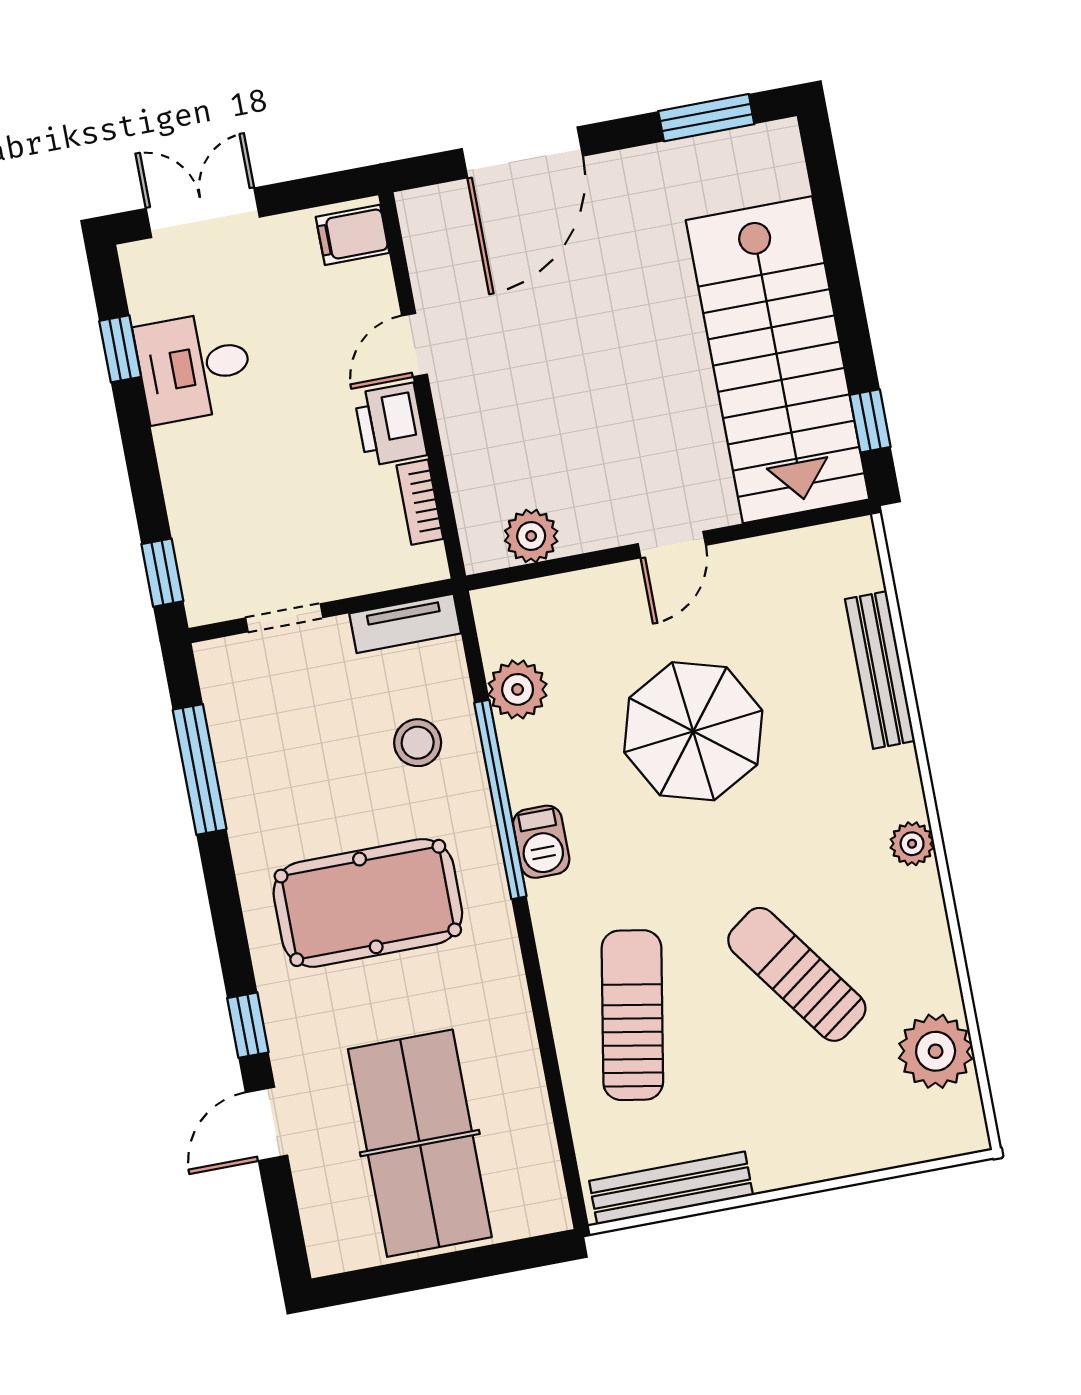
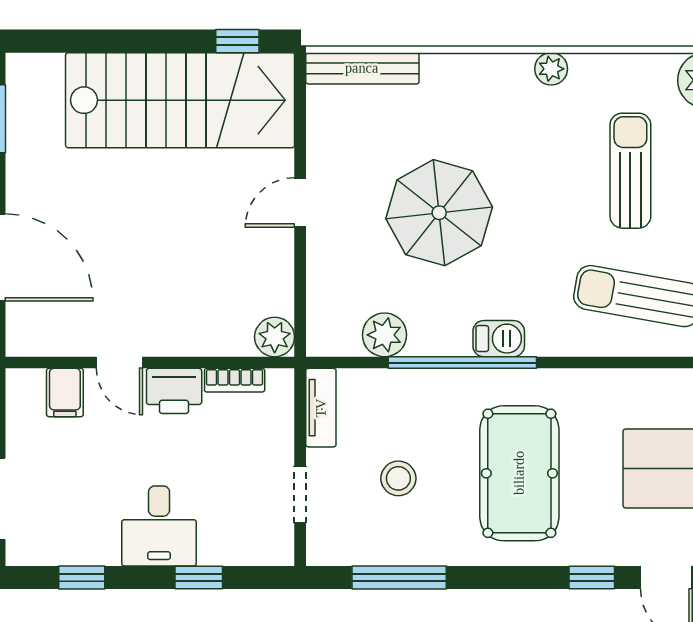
filing cabinet: (352, 235) -> (65, 393), moved
desk: (194, 367) -> (159, 526), moved
plant: (531, 536) -> (275, 337), moved
door: (672, 545) -> (300, 203), swing flipped
window: (162, 573) -> (199, 577), moved
bench: (880, 670) -> (362, 68), moved
stool: (418, 743) -> (398, 478), moved
sun lounger: (797, 974) -> (630, 171), turned 126

